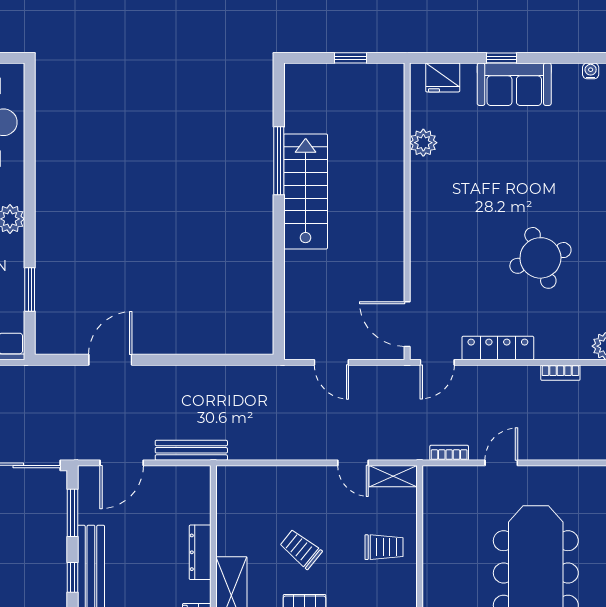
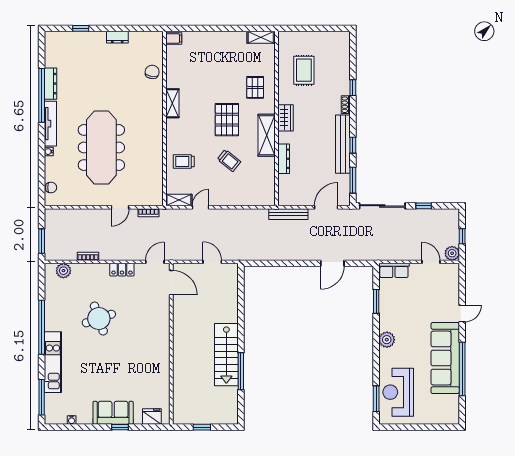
window: (30, 110) -> (376, 399), added
plant: (423, 143) -> (162, 381), removed
locker: (498, 348) -> (122, 270), width x0.66
door: (353, 463) -> (201, 207), hinge flipped

